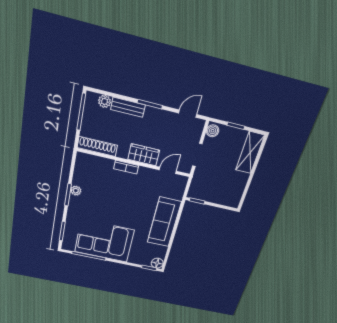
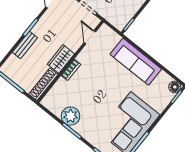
plant: (105, 101) -> (12, 61), removed
wardrobe: (144, 155) -> (61, 59), moved
plant: (76, 191) -> (71, 116), width x1.88, depth x1.88

